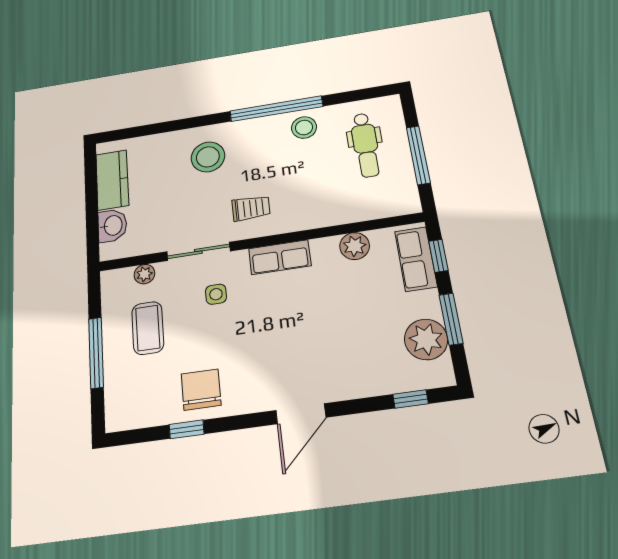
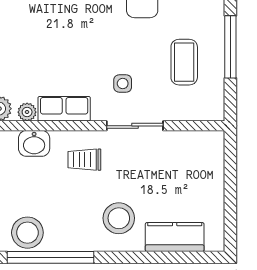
stool: (304, 127) -> (27, 233), width x1.38, depth x1.38
kitchen counter: (112, 180) -> (175, 237), moved, turned 90
washbasin: (112, 226) -> (34, 143), moved, turned -90
plant: (144, 274) -> (27, 112), moved

